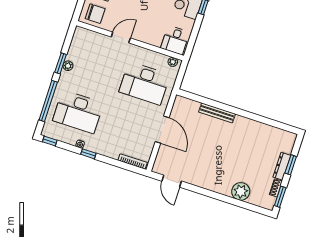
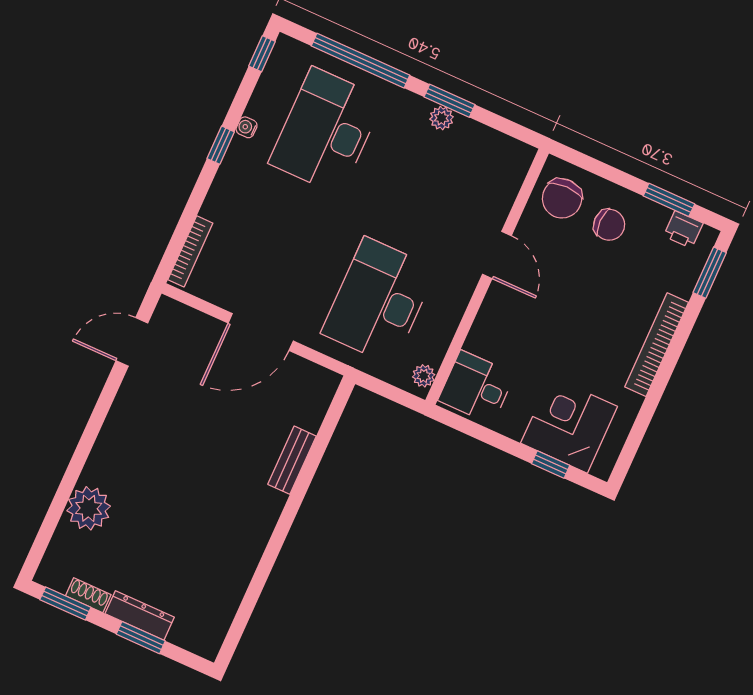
bench: (217, 113) -> (292, 460), width x0.73

